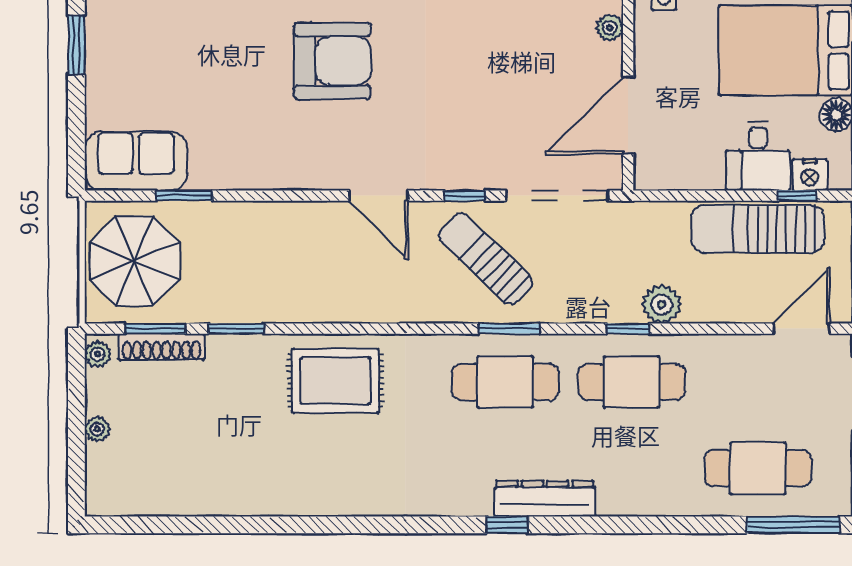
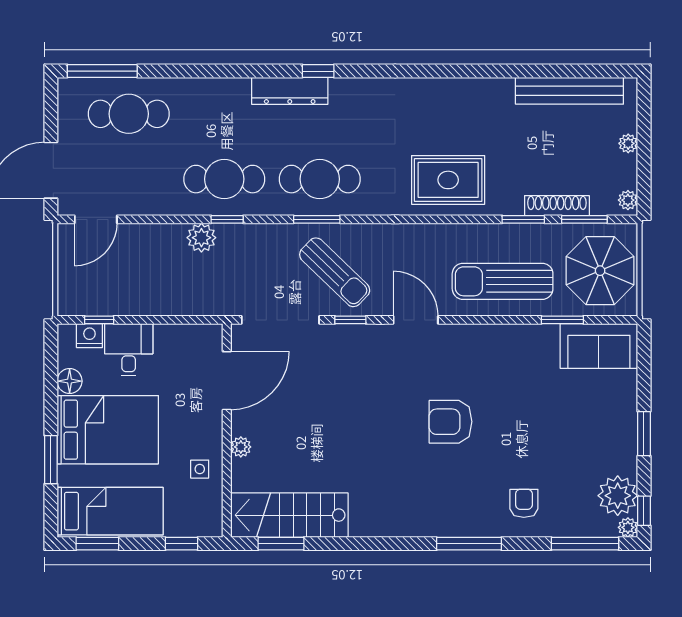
armchair: (332, 61) -> (450, 422), width x0.73, depth x0.73
sun lounger: (758, 229) -> (503, 281), moved, turned 180
shoe rack: (161, 347) -> (557, 206), moved
bench: (175, 499) -> (569, 91), added

